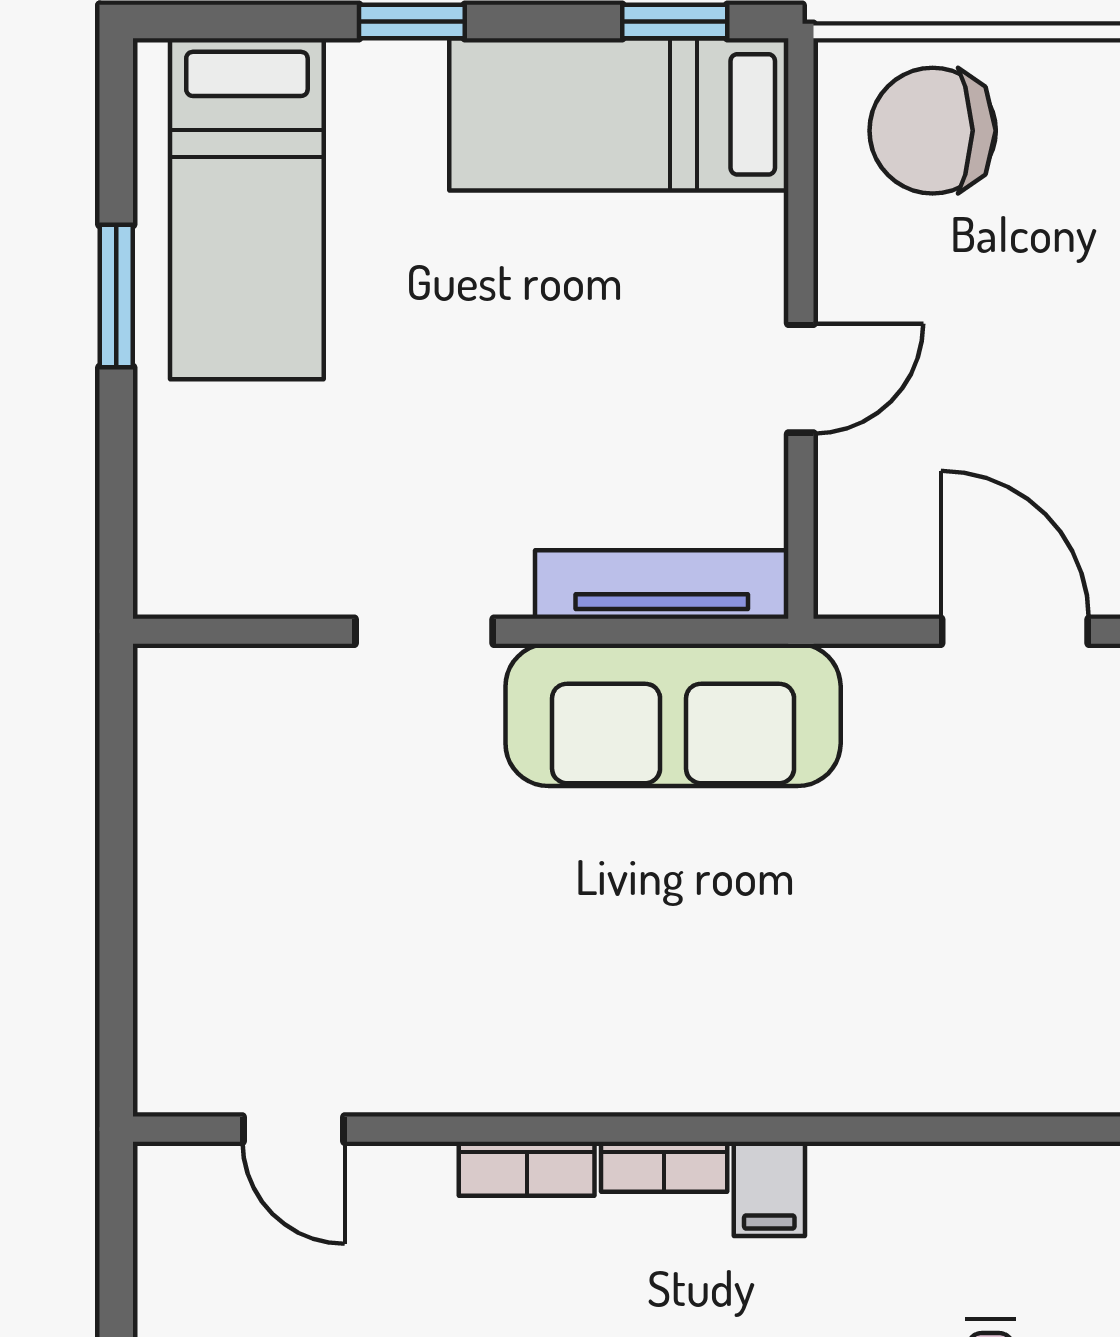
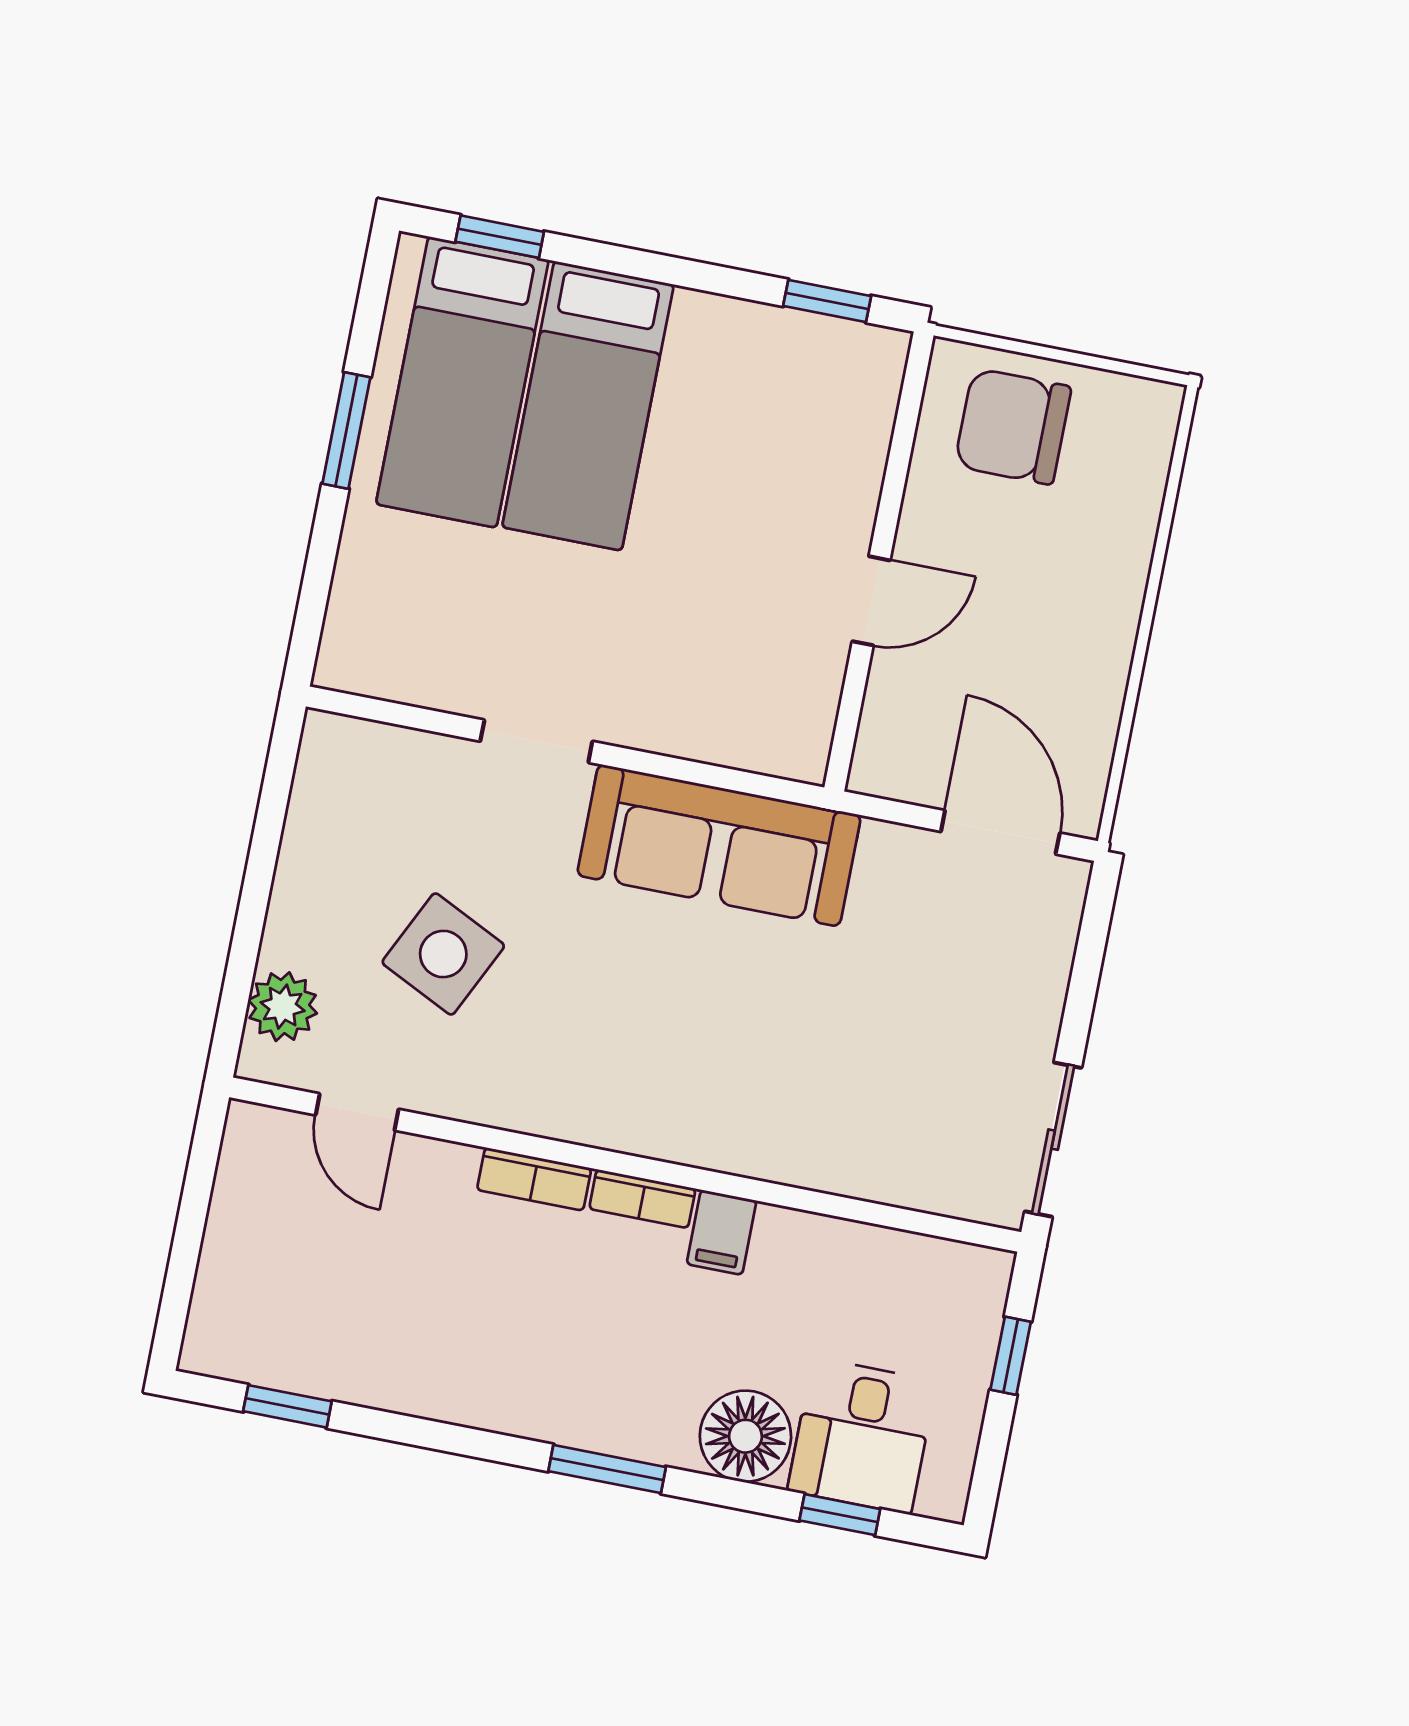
window: (412, 21) -> (500, 237), moved
bed: (619, 114) -> (588, 406), moved, turned -90
tv unit: (662, 585) -> (730, 741), removed
side table: (361, 915) -> (443, 954), added
plant: (177, 1018) -> (283, 1007), added

